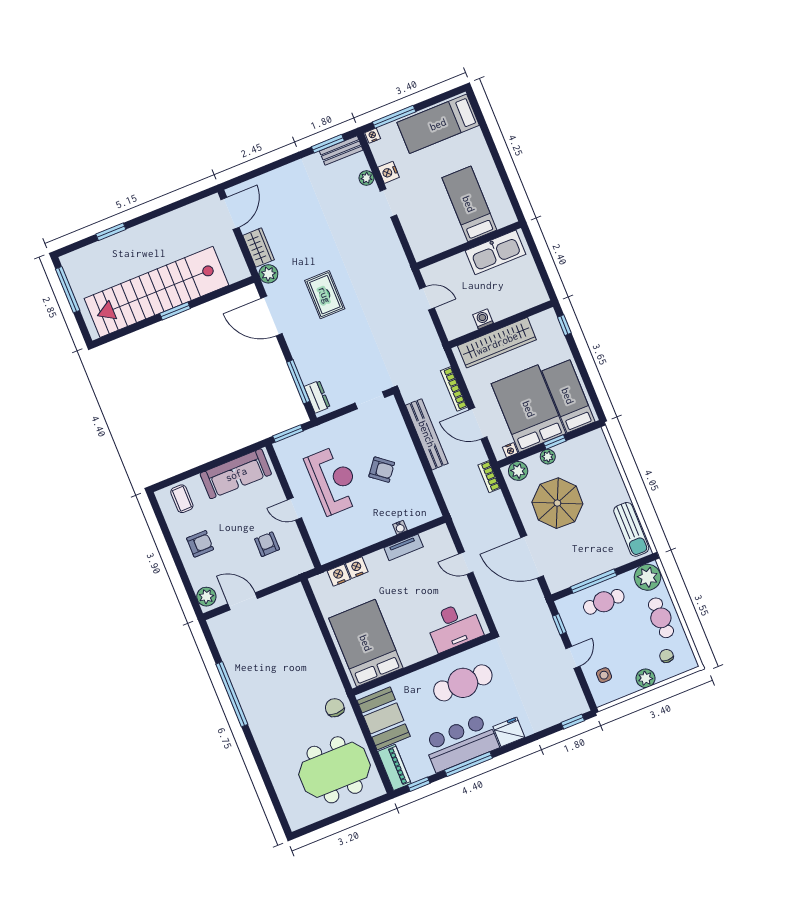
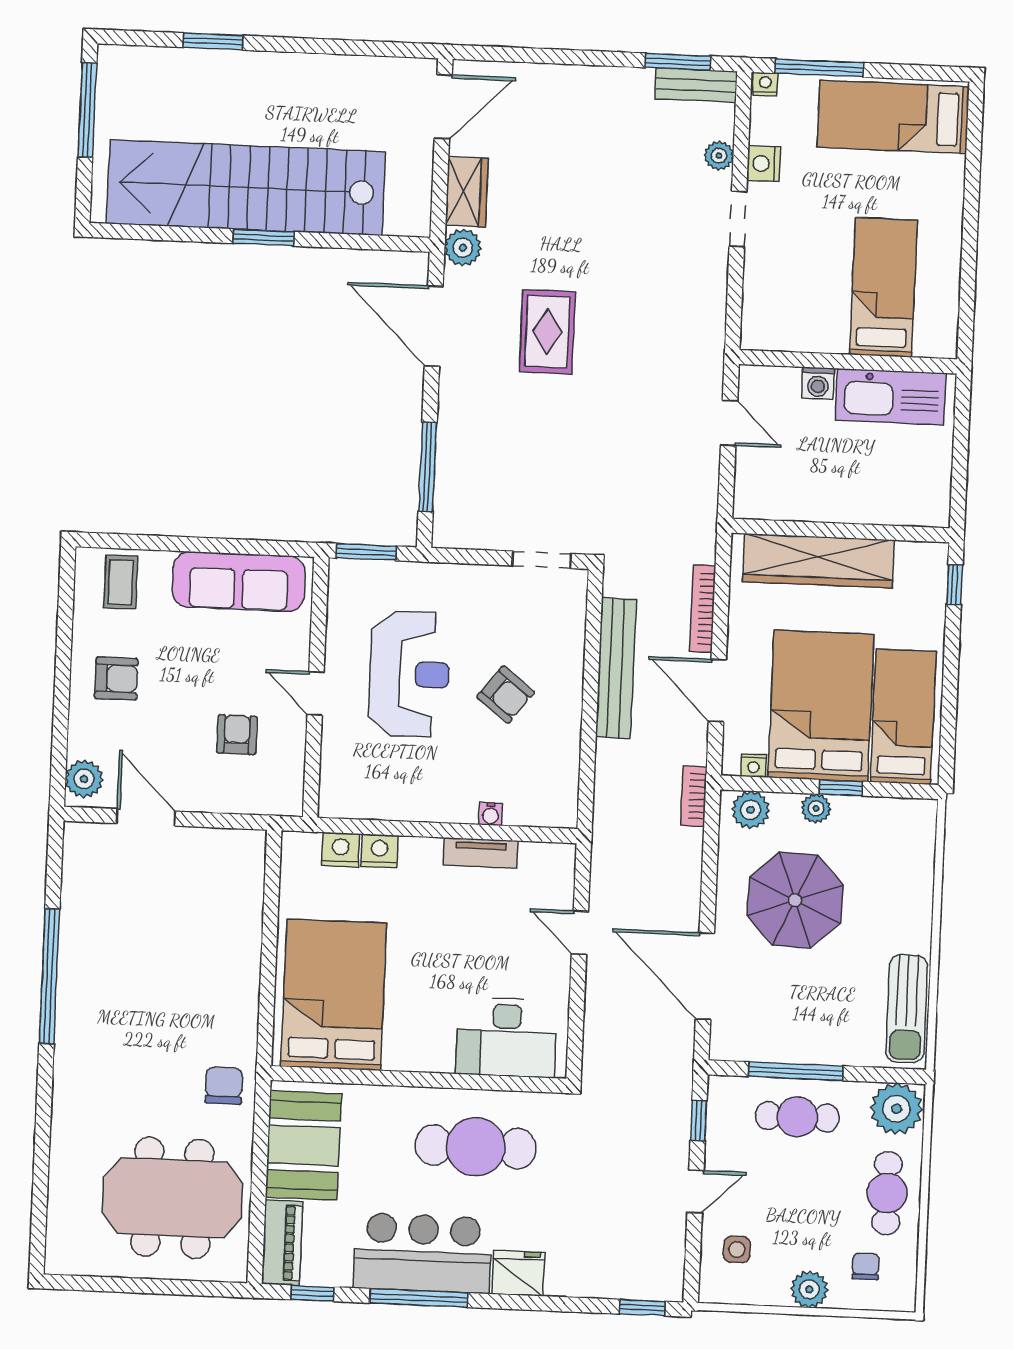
washing machine: (483, 319) -> (818, 383), moved, turned 180
dresser: (317, 397) -> (449, 510), removed

